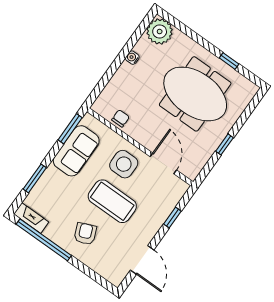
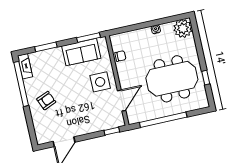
meeting table: (195, 94) -> (172, 79), turned 90
window: (224, 144) -> (163, 120), width x3.17
coffee table: (112, 201) -> (76, 96), removed
window: (172, 218) -> (112, 131), moved

